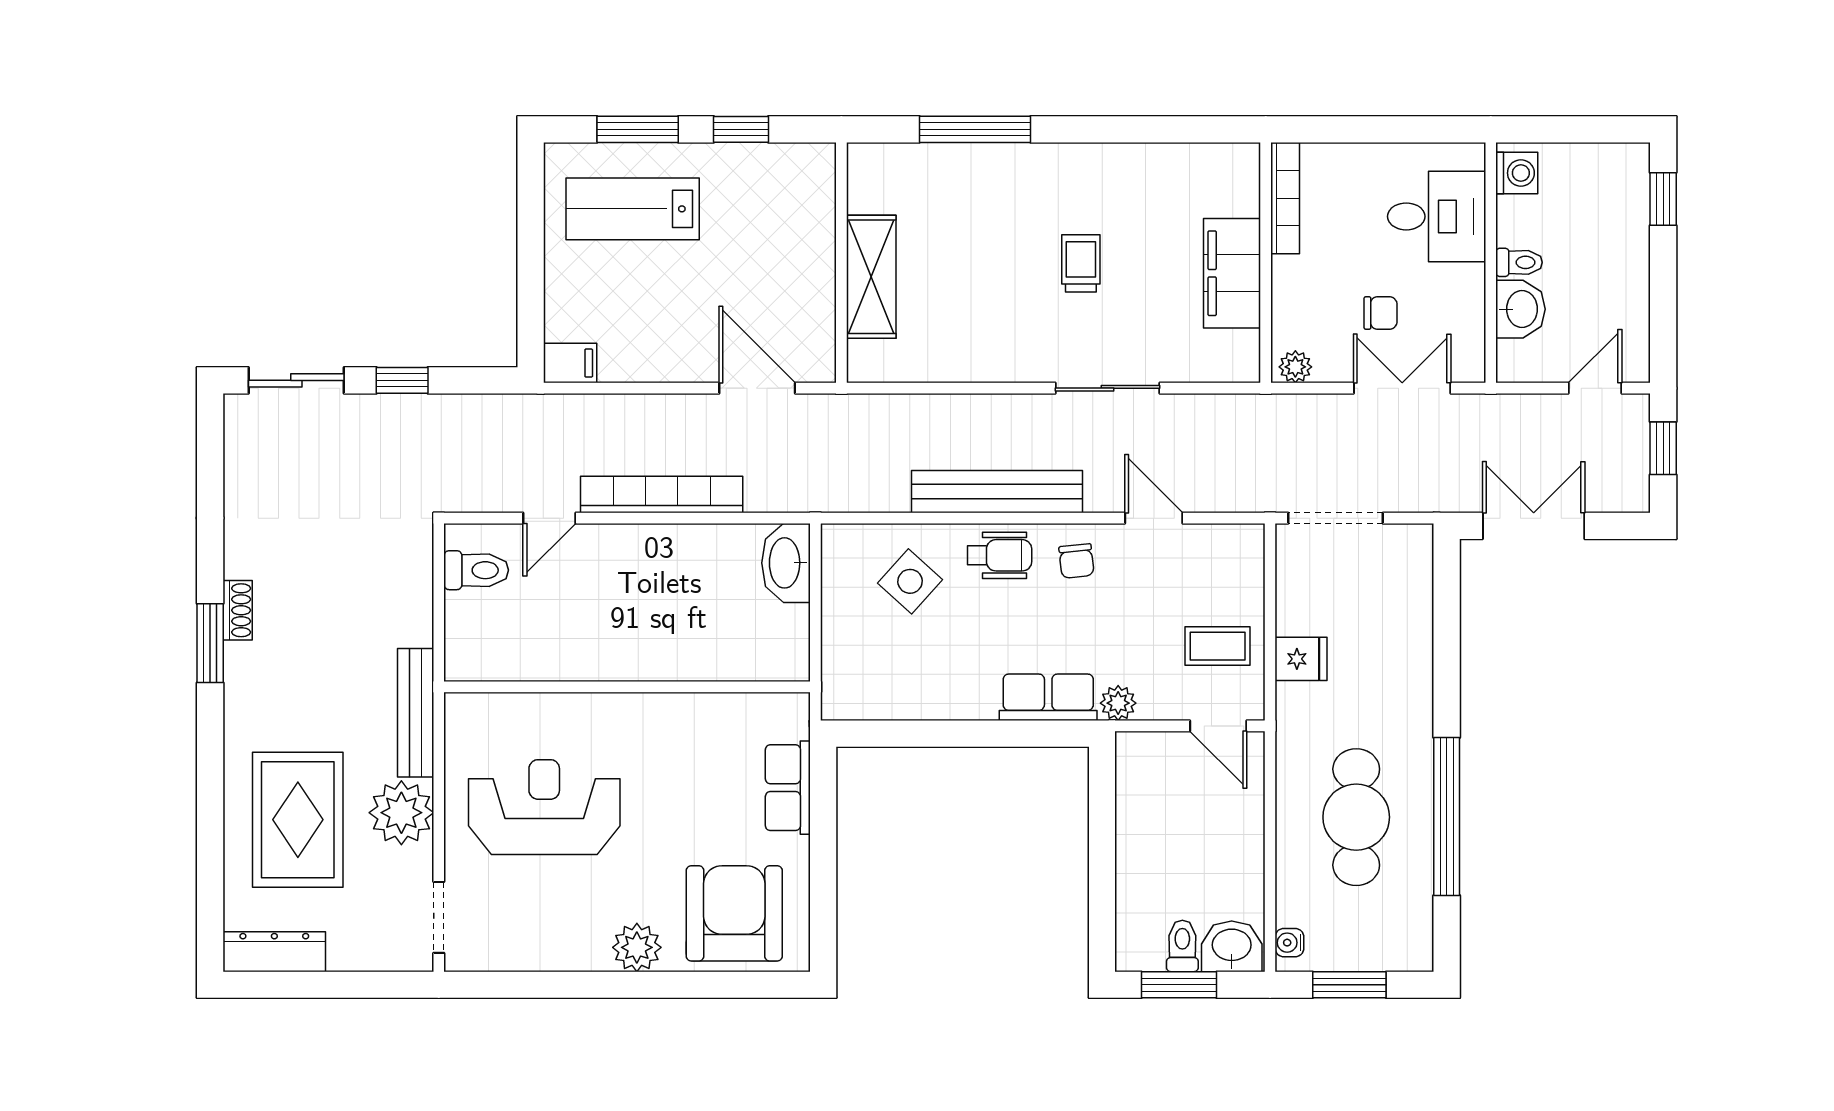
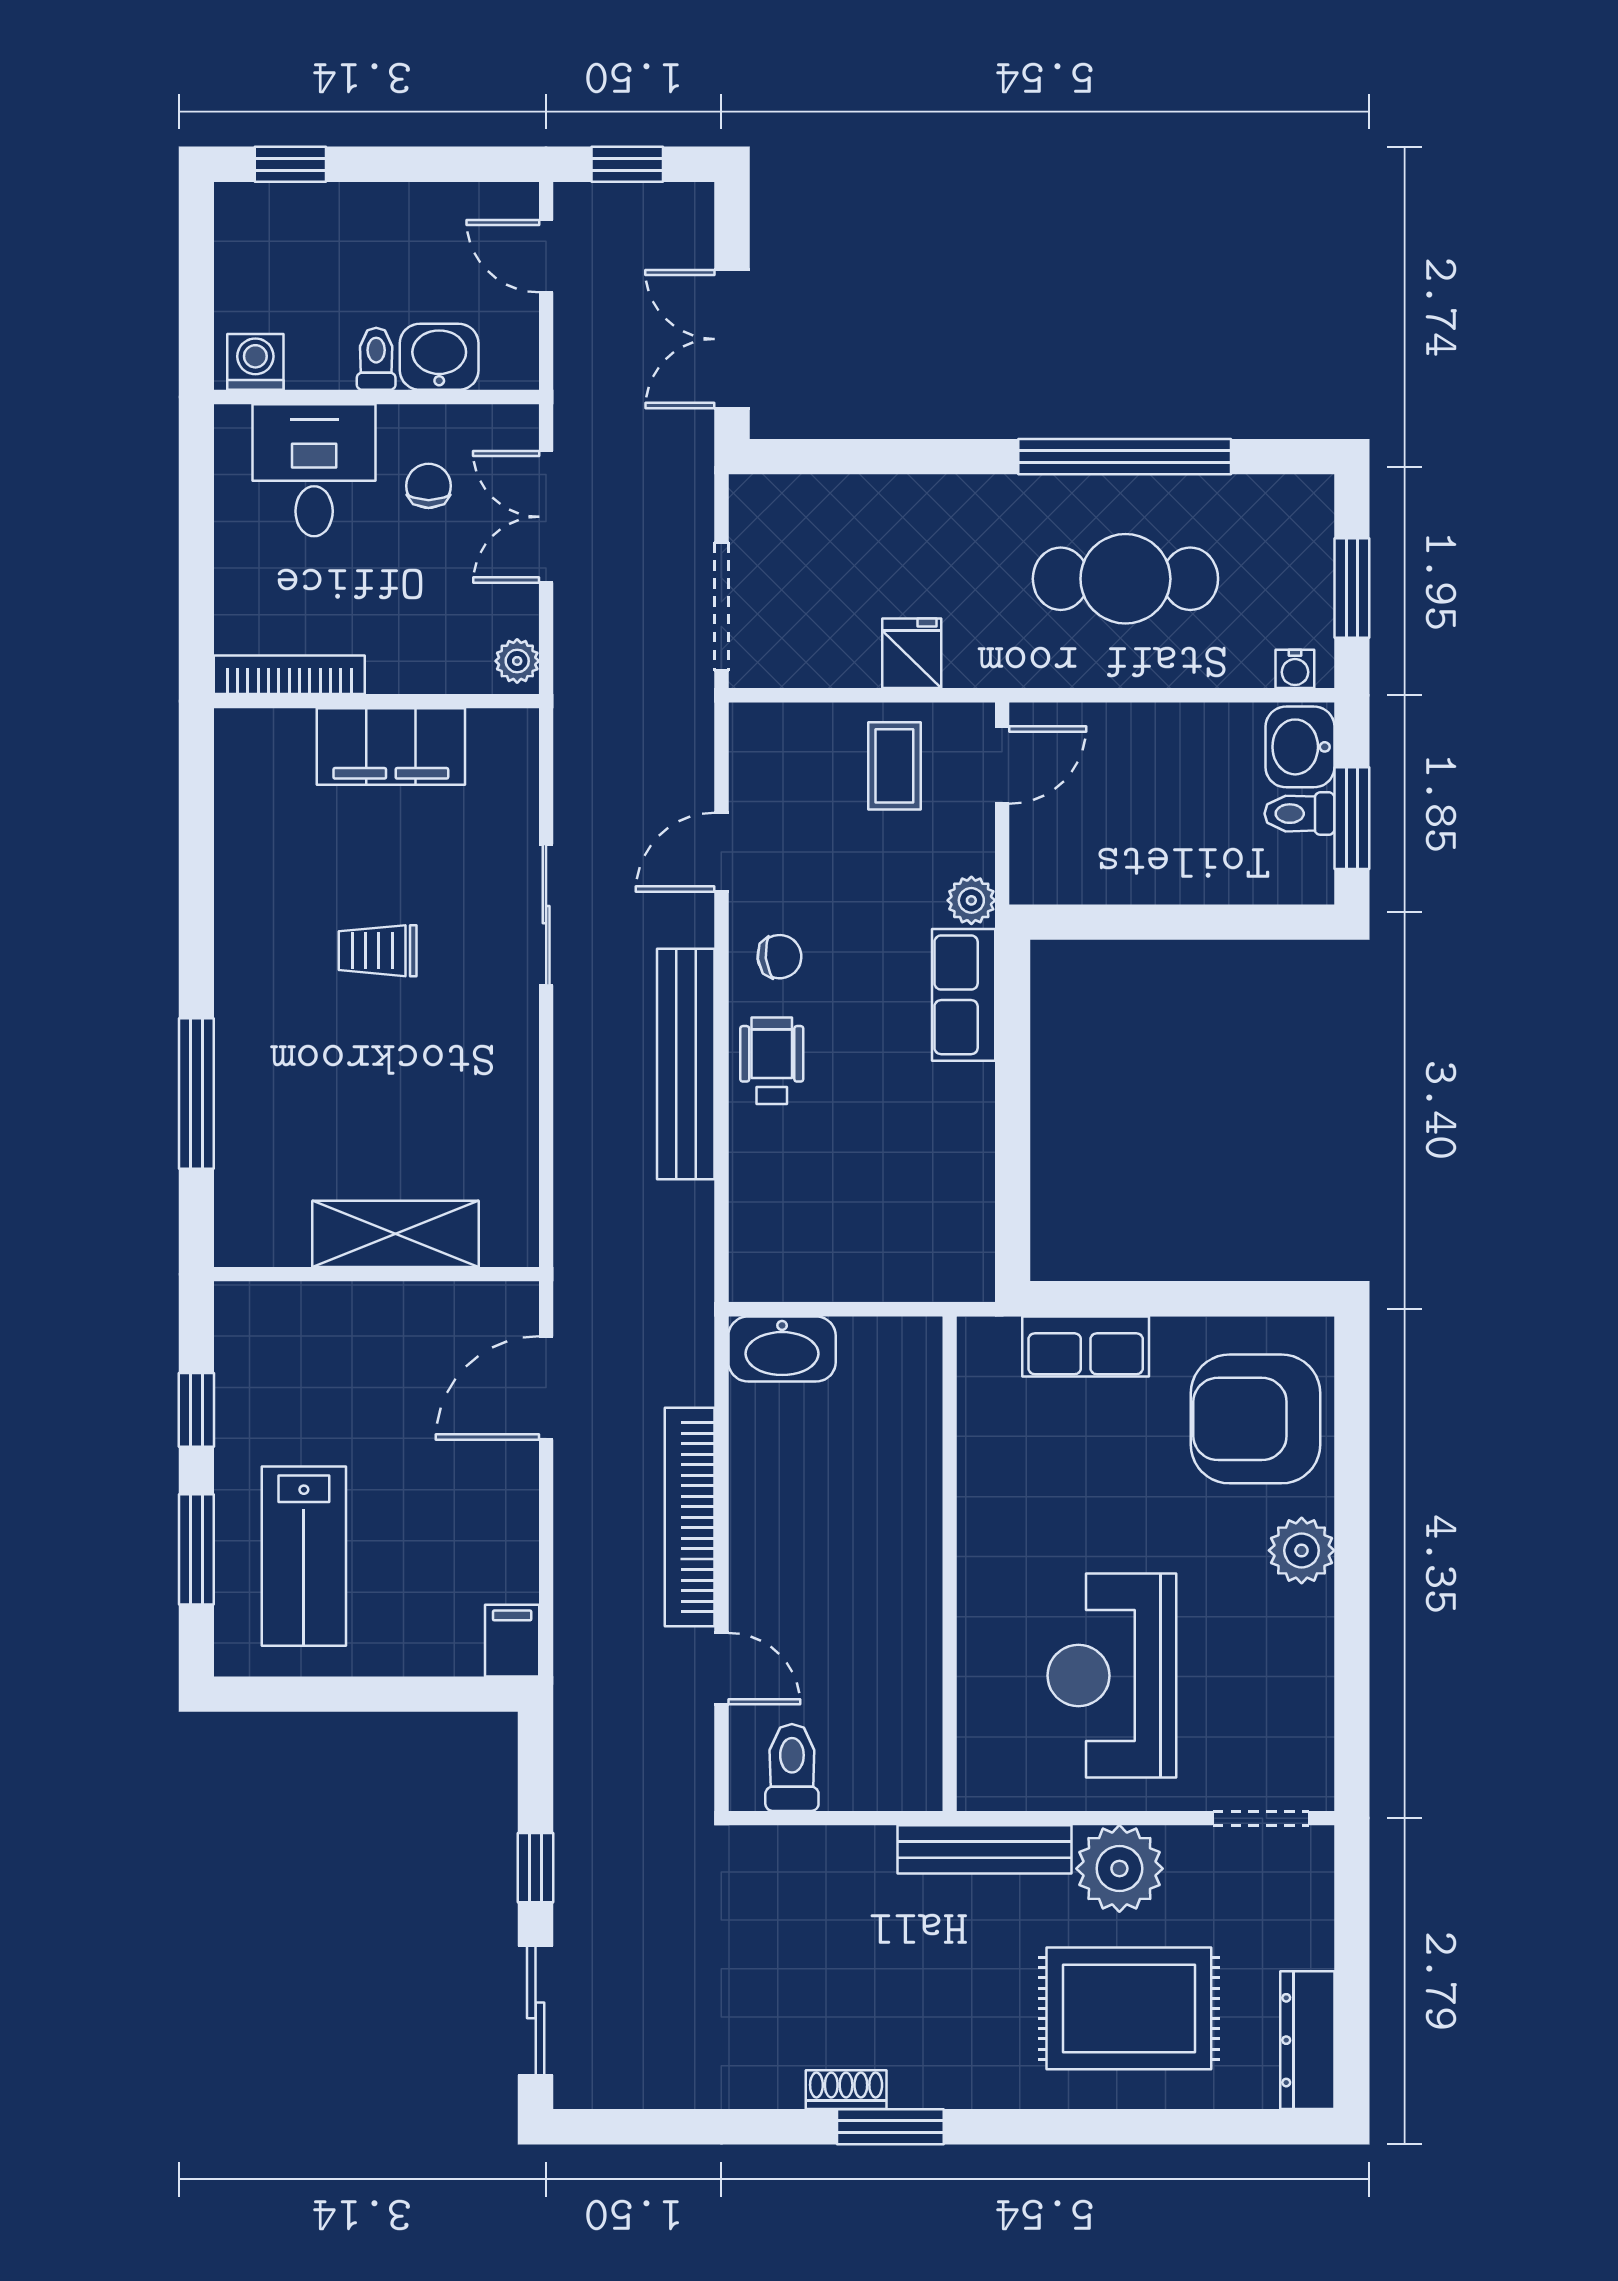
chair: (1381, 313) -> (429, 486), moved
side table: (910, 581) -> (807, 1181), removed

